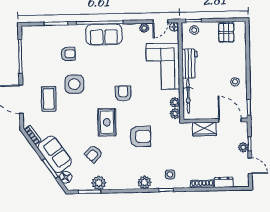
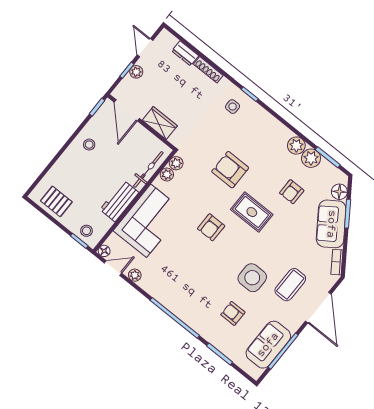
pallet: (226, 32) -> (56, 201), turned 90
sofa: (104, 34) -> (268, 345), moved, turned -90
rug: (107, 122) -> (252, 212), turned 90
armchair: (94, 154) -> (292, 192), turned 134
plant: (144, 182) -> (296, 146), moved

